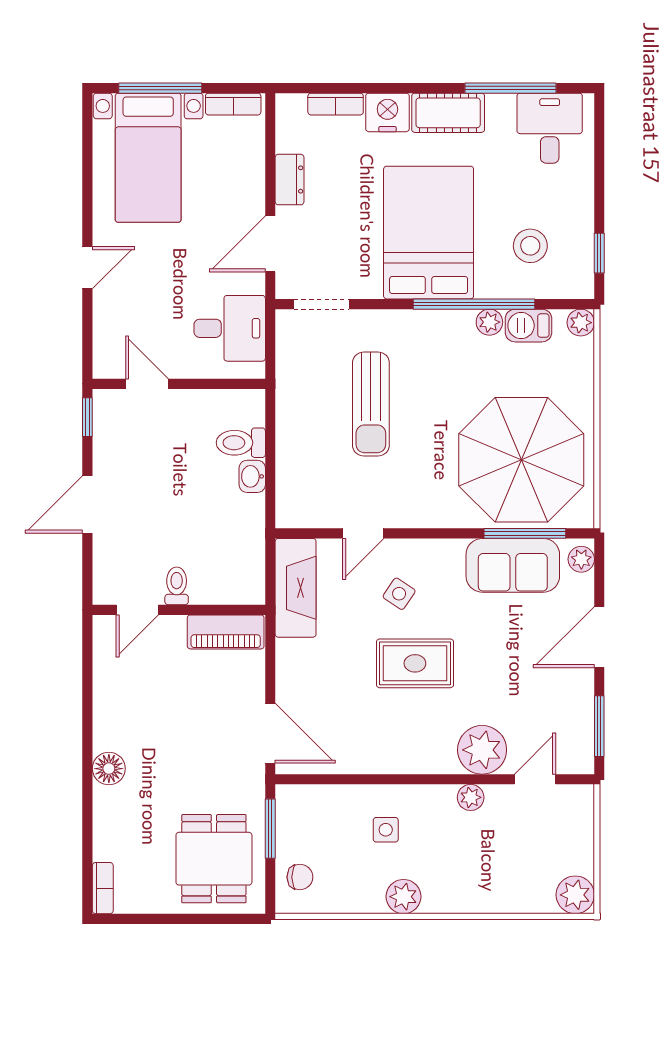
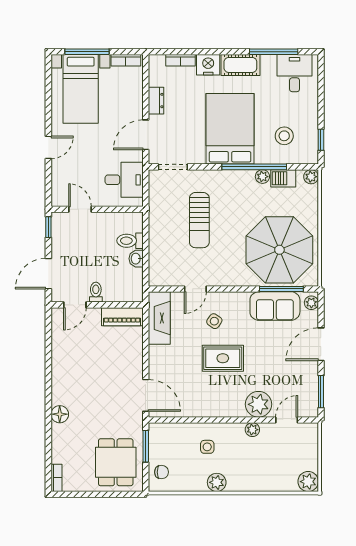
toilet: (177, 586) -> (96, 292), moved
door: (137, 610) -> (75, 305), moved
wall: (179, 610) -> (97, 305), moved
piano: (226, 632) -> (122, 317), moved

